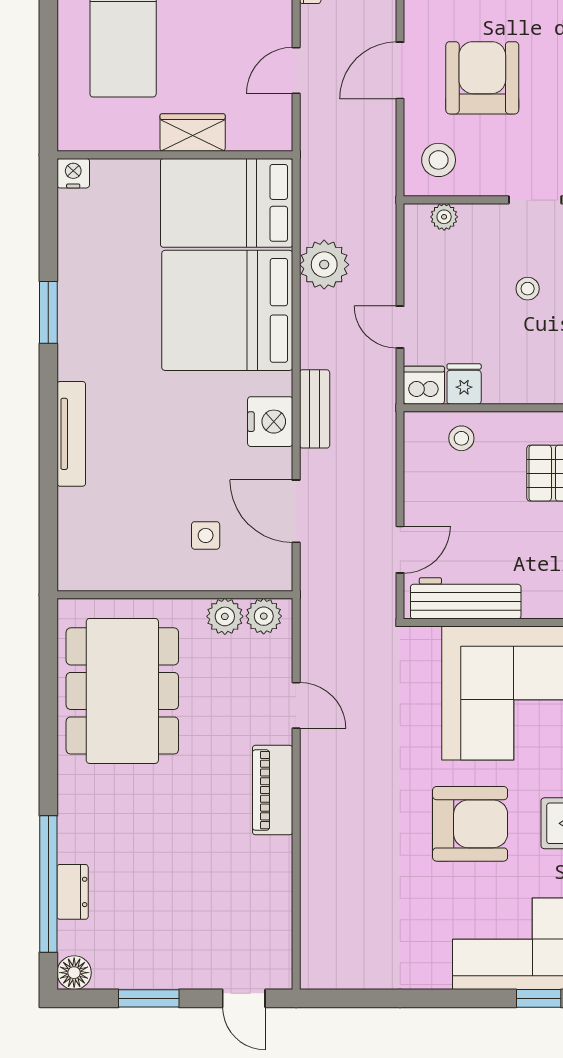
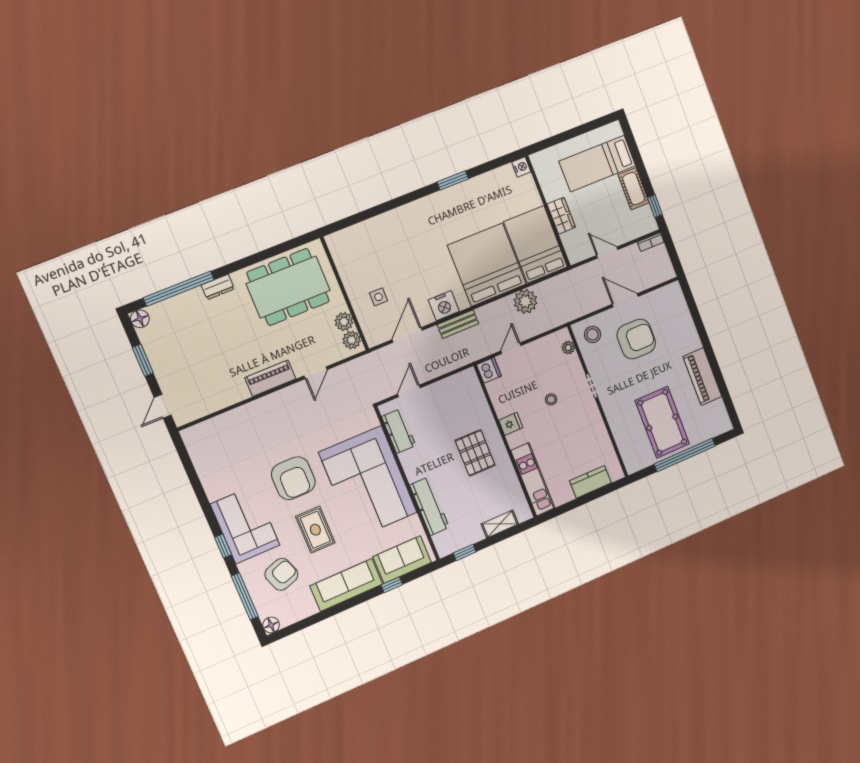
fridge: (464, 384) -> (511, 424), moved
tv unit: (71, 434) -> (400, 214), removed
stool: (461, 438) -> (472, 398), removed
door: (400, 550) -> (409, 391), swing flipped
workbench: (466, 598) -> (399, 431), width x0.73
dresser: (73, 892) -> (218, 287), moved

